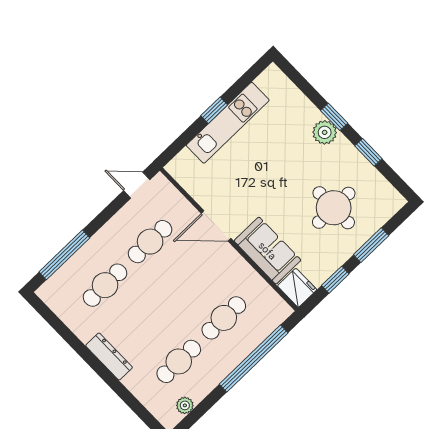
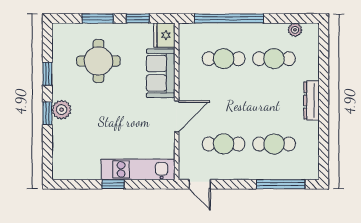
kitchen unit: (228, 123) -> (138, 169), moved
door: (216, 226) -> (177, 116), hinge flipped

